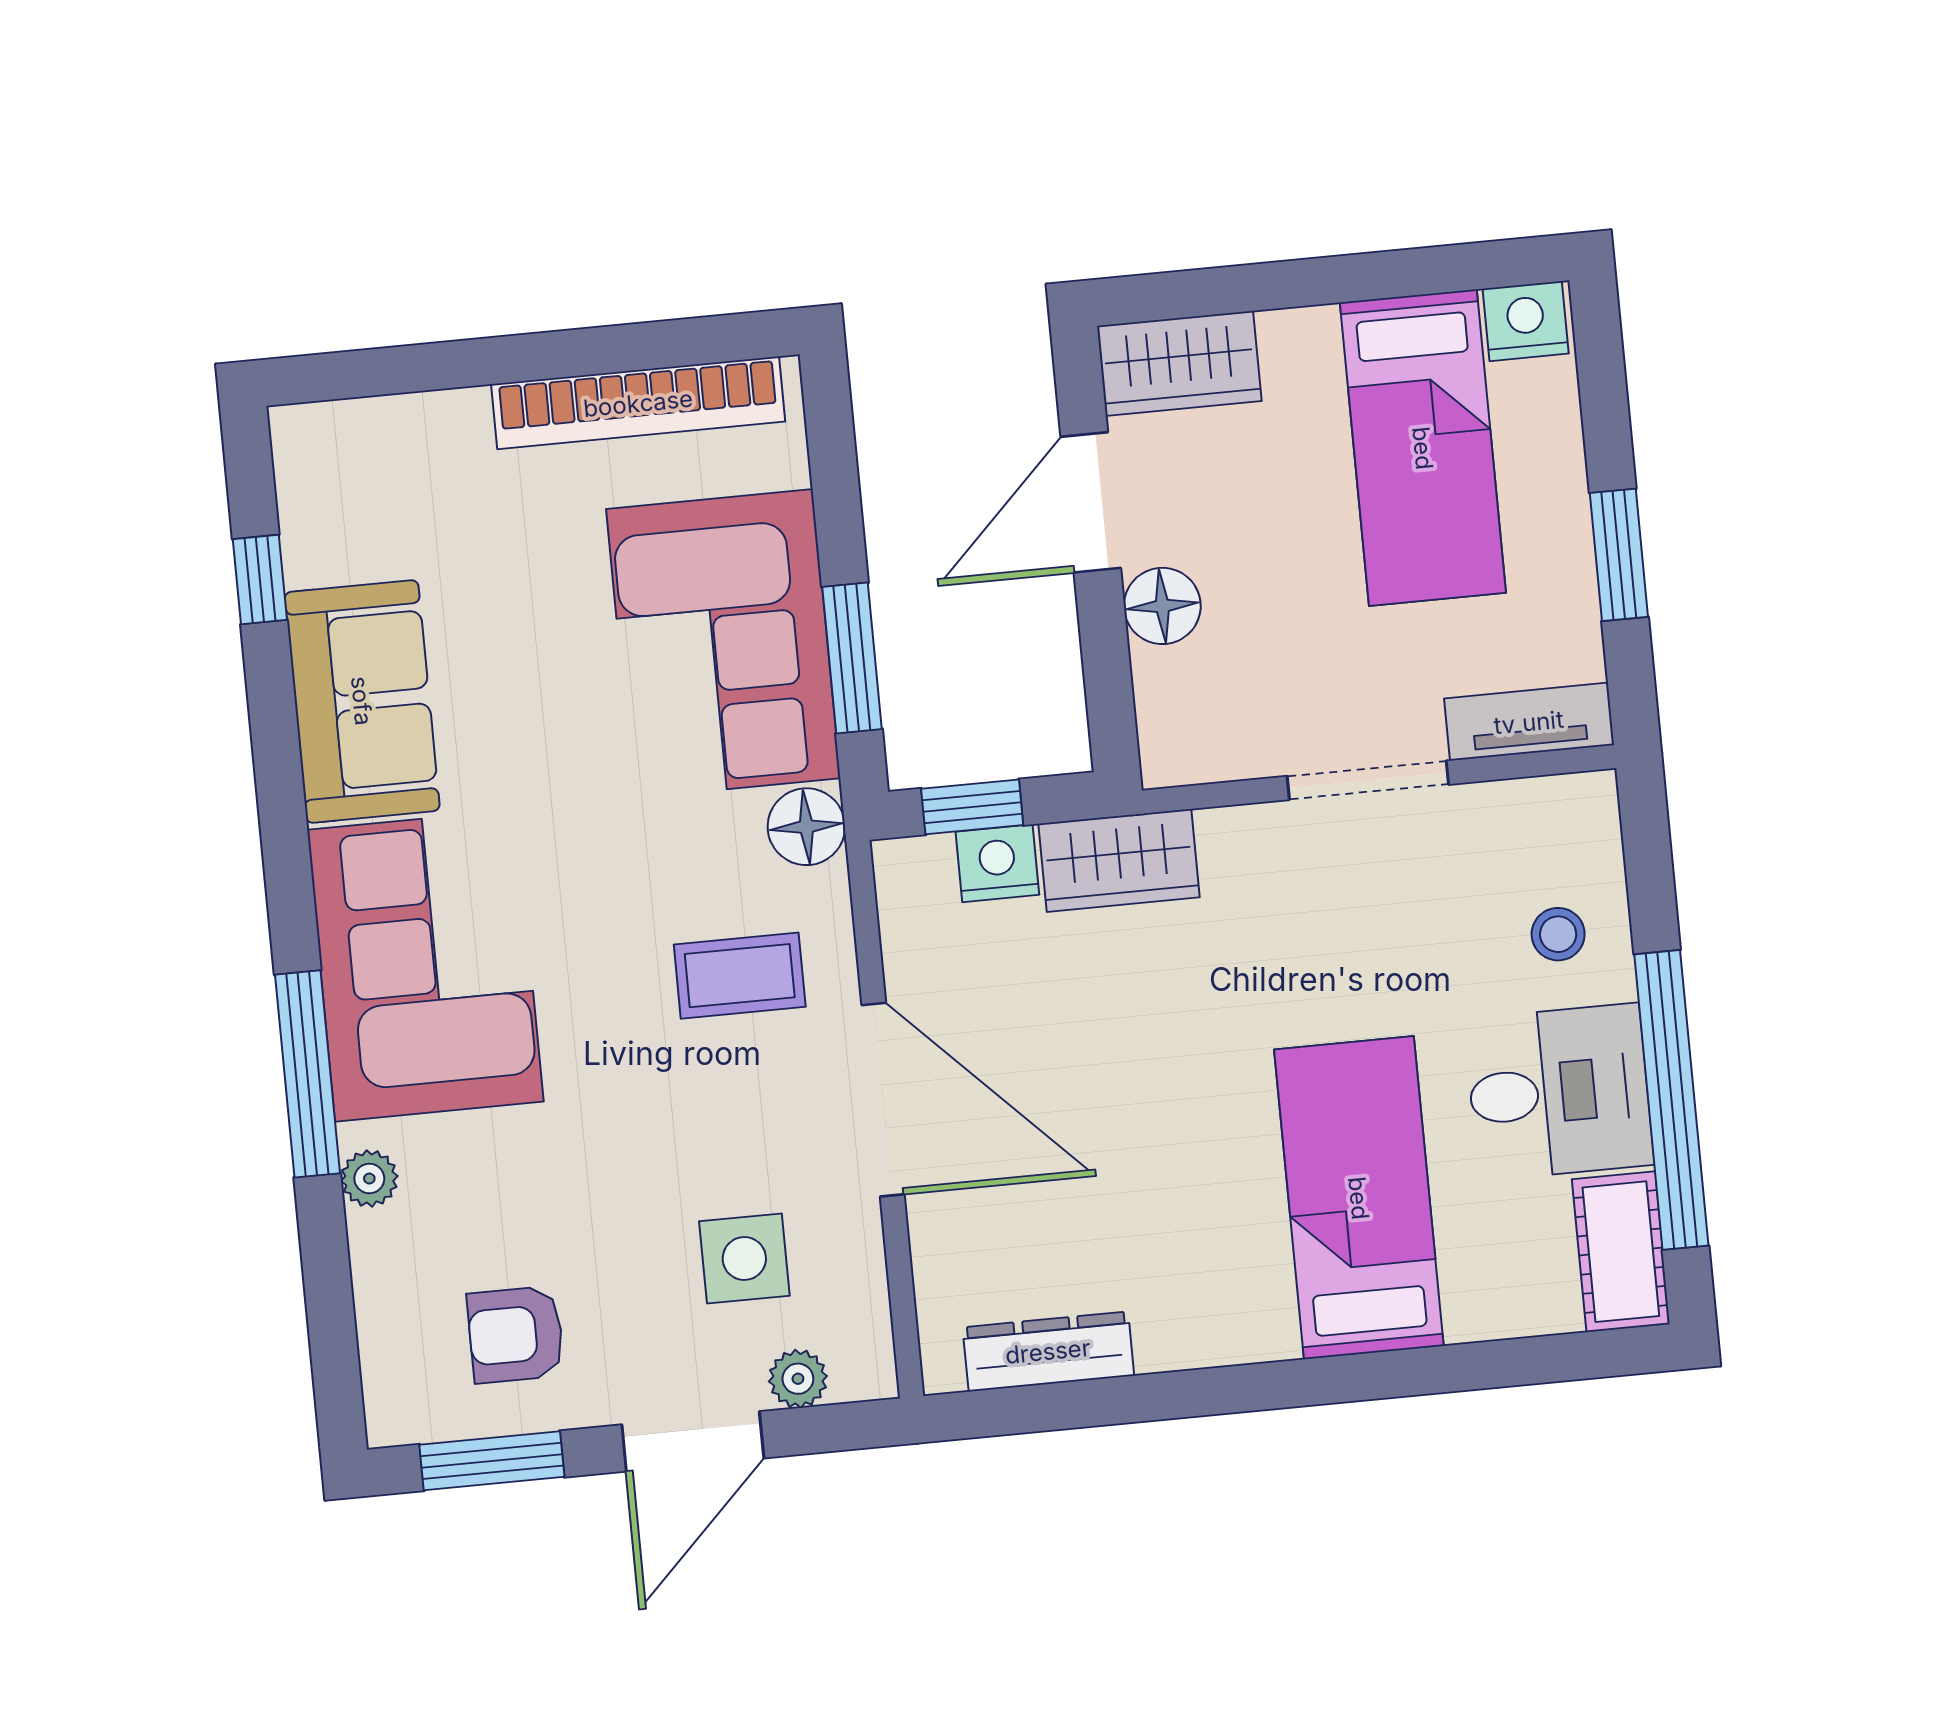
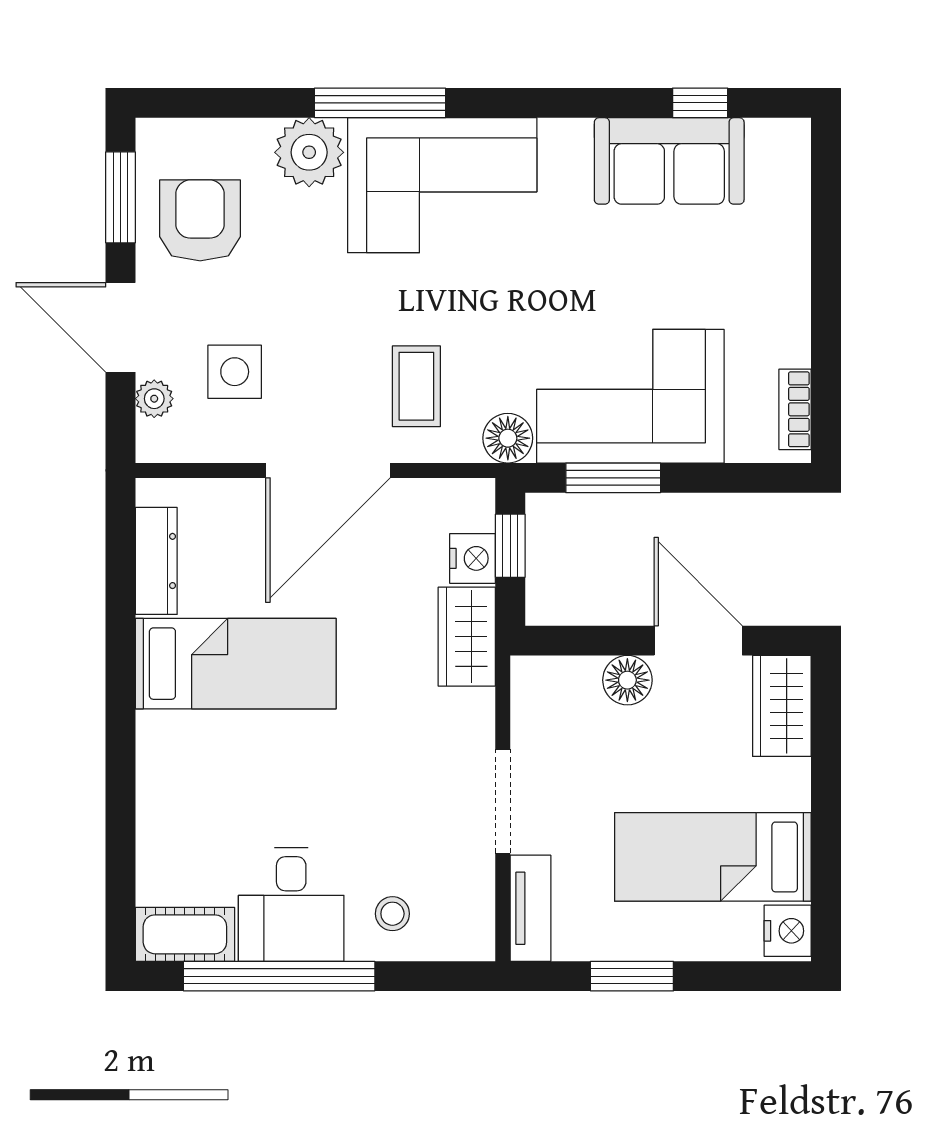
bookcase: (638, 403) -> (795, 409), width x0.43, depth x0.76
sofa: (362, 701) -> (669, 161), moved
plant: (369, 1178) -> (309, 152), width x1.88, depth x1.88
bed: (1359, 1198) -> (236, 664), moved
armchair: (516, 1335) -> (200, 220), width x1.38, depth x1.38

